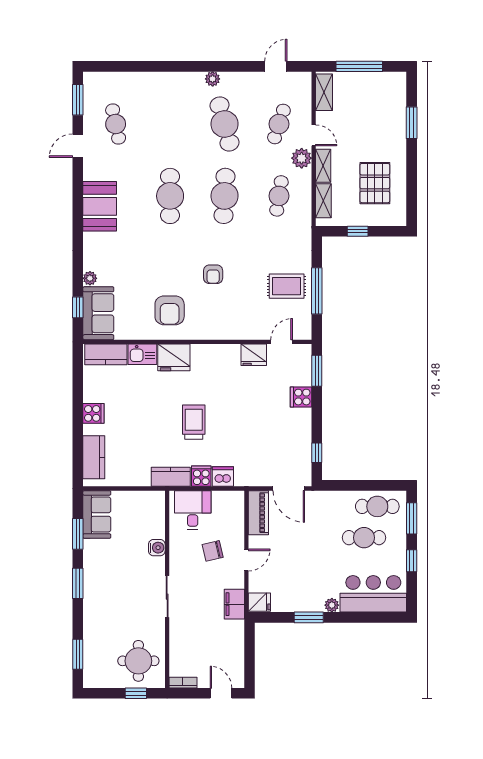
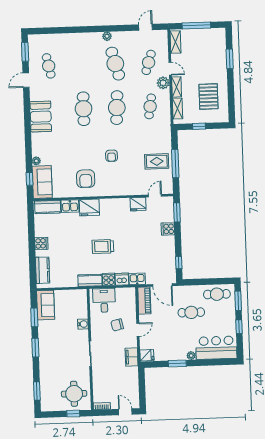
trolley: (194, 422) -> (103, 247), turned -90
kitchen sink: (248, 477) -> (137, 279), added
cafe table: (364, 538) -> (191, 312), moved

